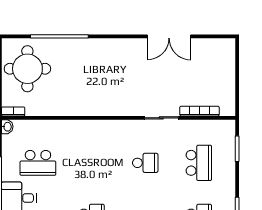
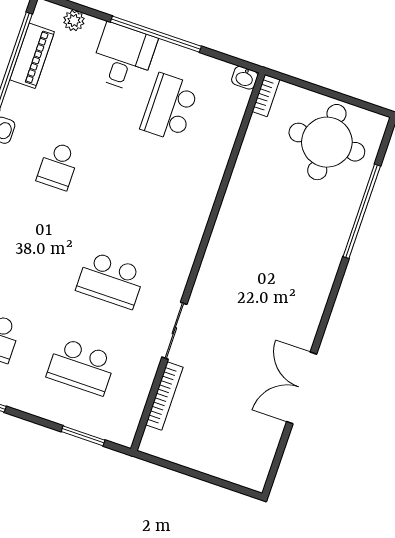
school desk: (145, 163) -> (111, 280), width x1.85

